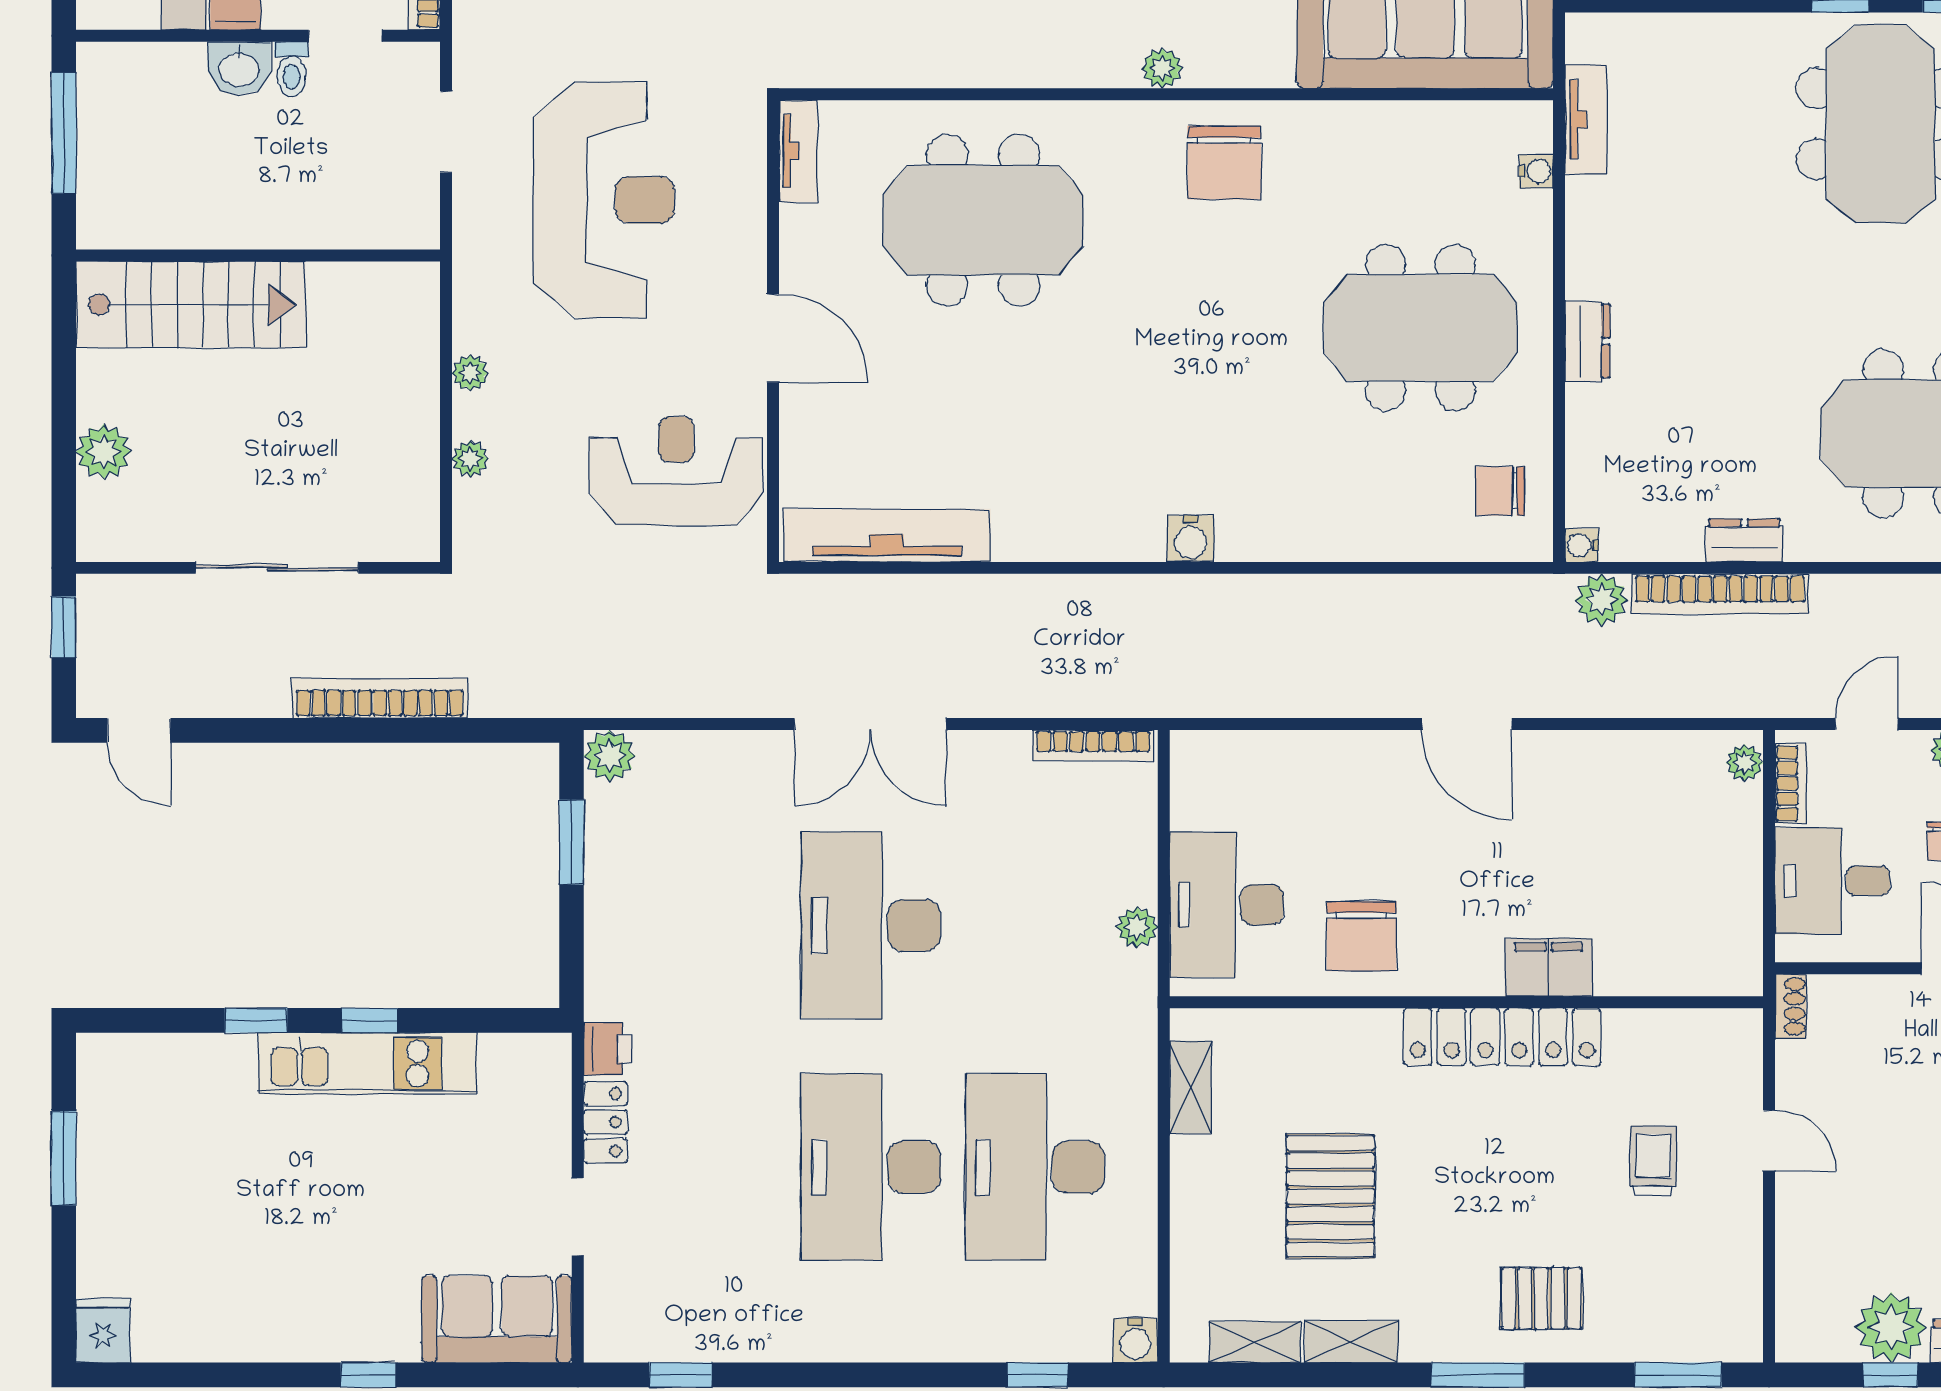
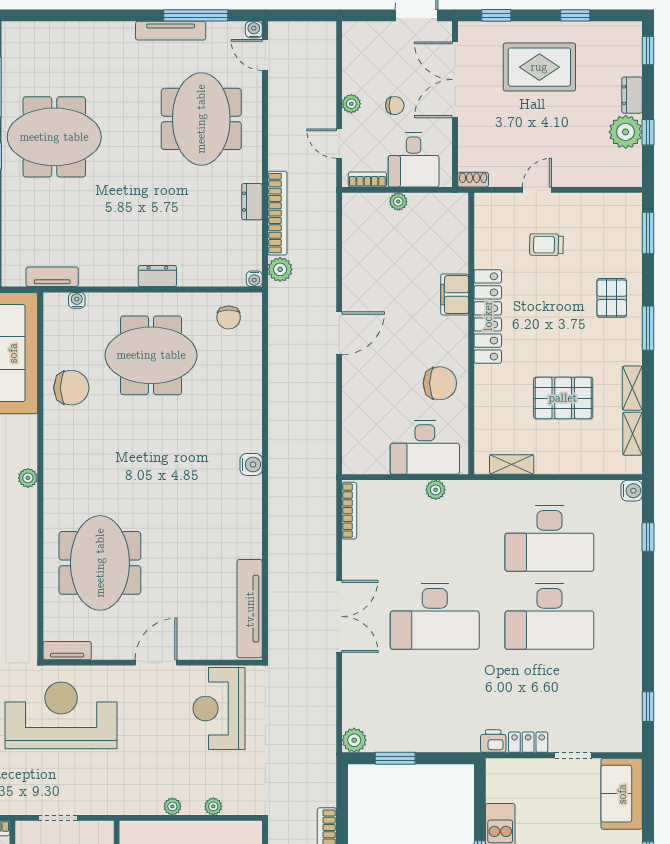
chair: (1224, 163) -> (71, 388), moved
reception desk: (604, 200) -> (61, 715), moved
meeting table: (1420, 328) -> (151, 355), turned 90
plant: (1745, 763) -> (398, 202), moved

